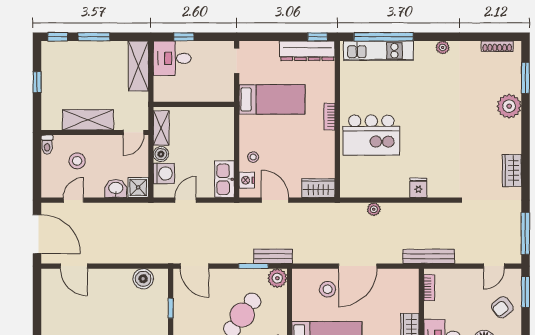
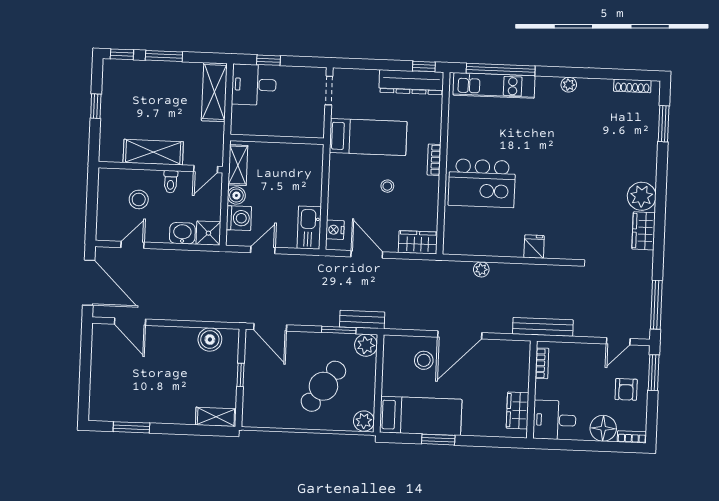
plant: (509, 106) -> (642, 196), moved
toilet: (47, 145) -> (171, 182), moved
stool: (253, 157) -> (387, 186), moved
armchair: (502, 307) -> (626, 389), turned -52

